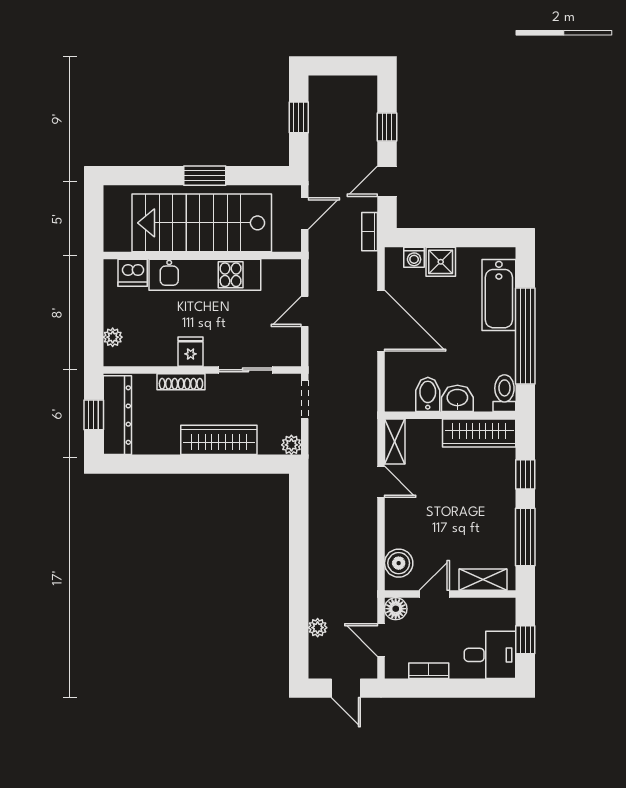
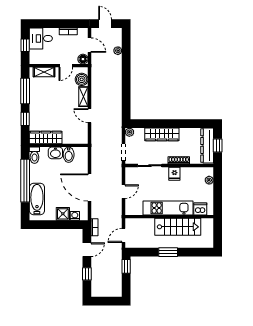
window: (299, 117) -> (126, 266), moved
stairs: (202, 223) -> (178, 227), width x0.73, depth x0.66
shelving: (395, 441) -> (83, 97), moved

